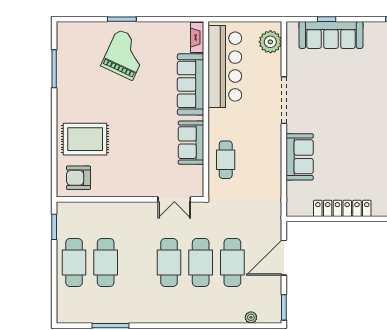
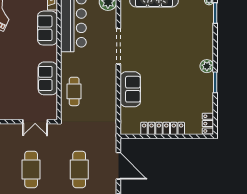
sofa: (191, 84) -> (47, 28), width x0.73
door: (284, 258) -> (118, 166), swing flipped
cafe table: (201, 263) -> (55, 169), removed

